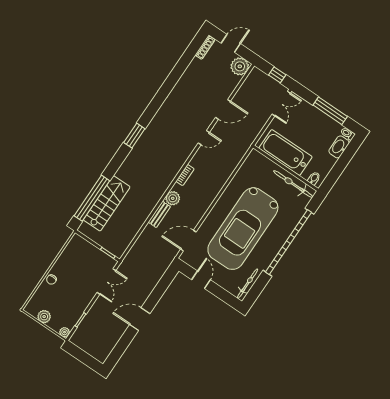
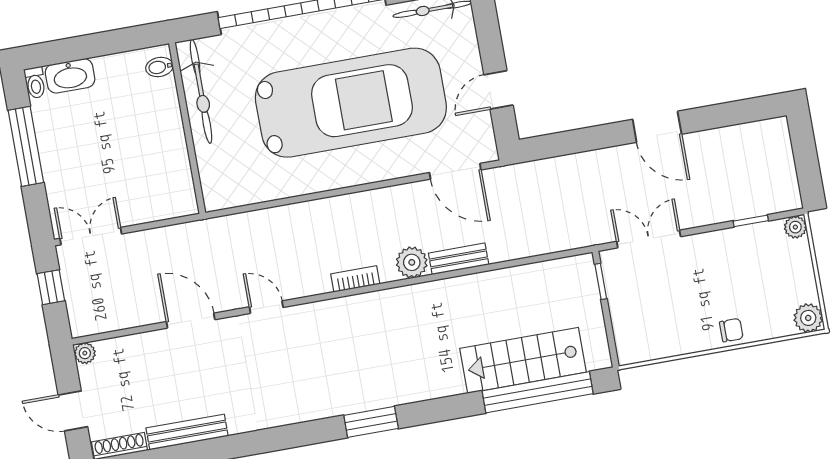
plant: (240, 66) -> (85, 353), width x0.53, depth x0.53
bench: (188, 73) -> (187, 432), added
bathtub: (286, 153) -> (162, 153), removed
plant: (44, 317) -> (808, 318), moved

